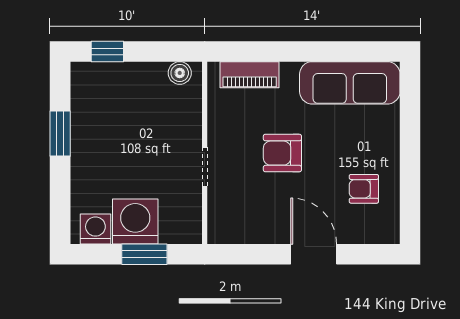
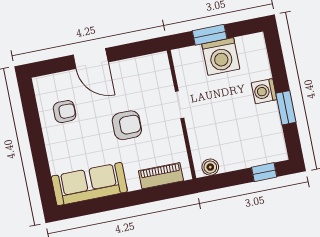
washing machine: (95, 229) -> (264, 91), moved, turned 90

